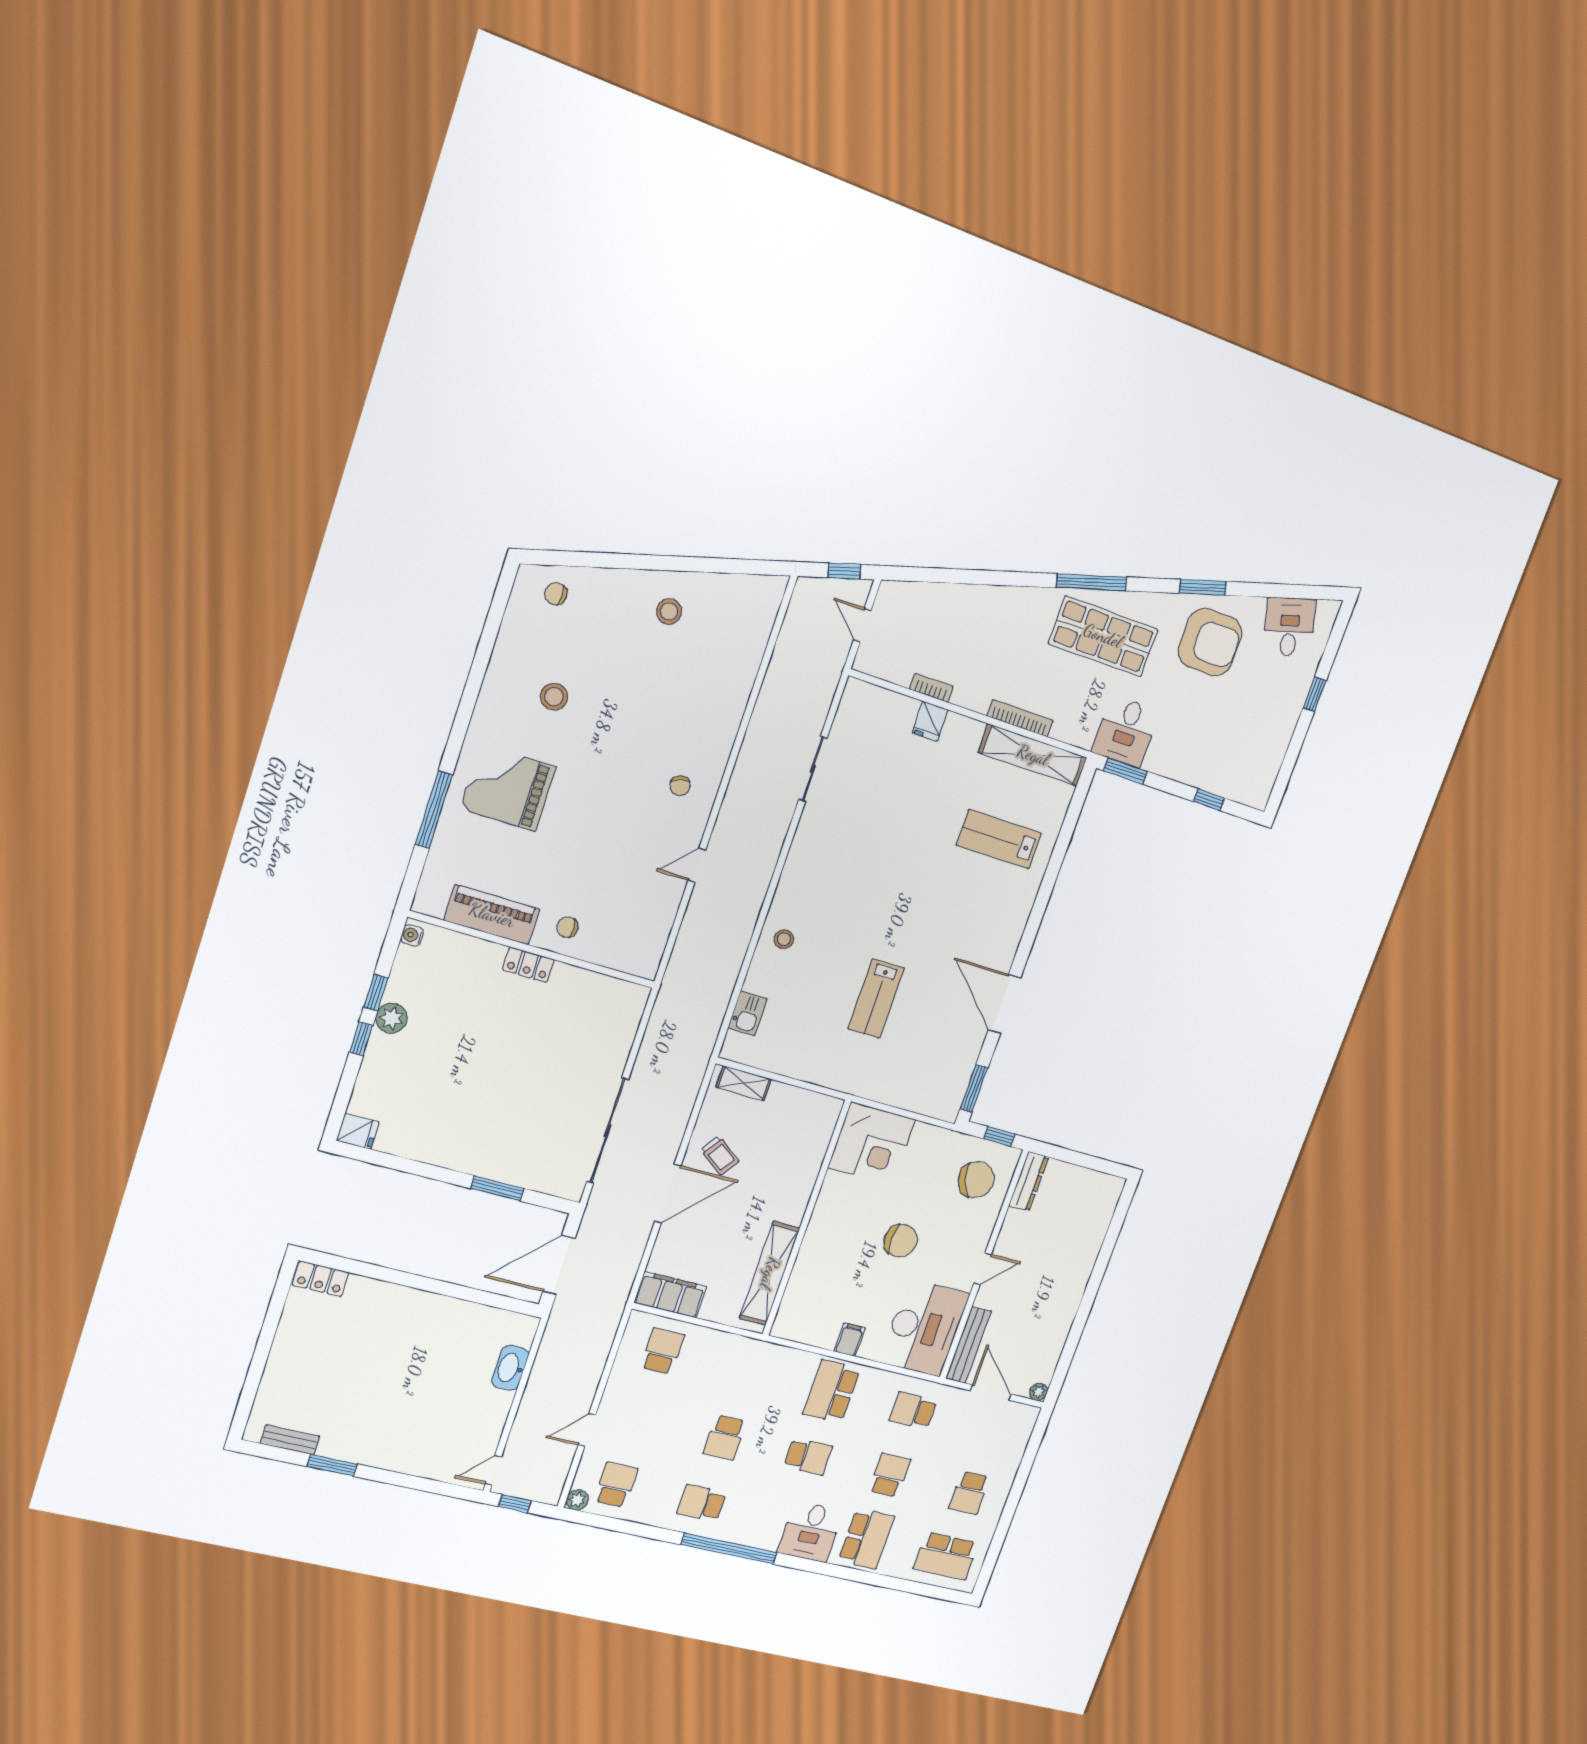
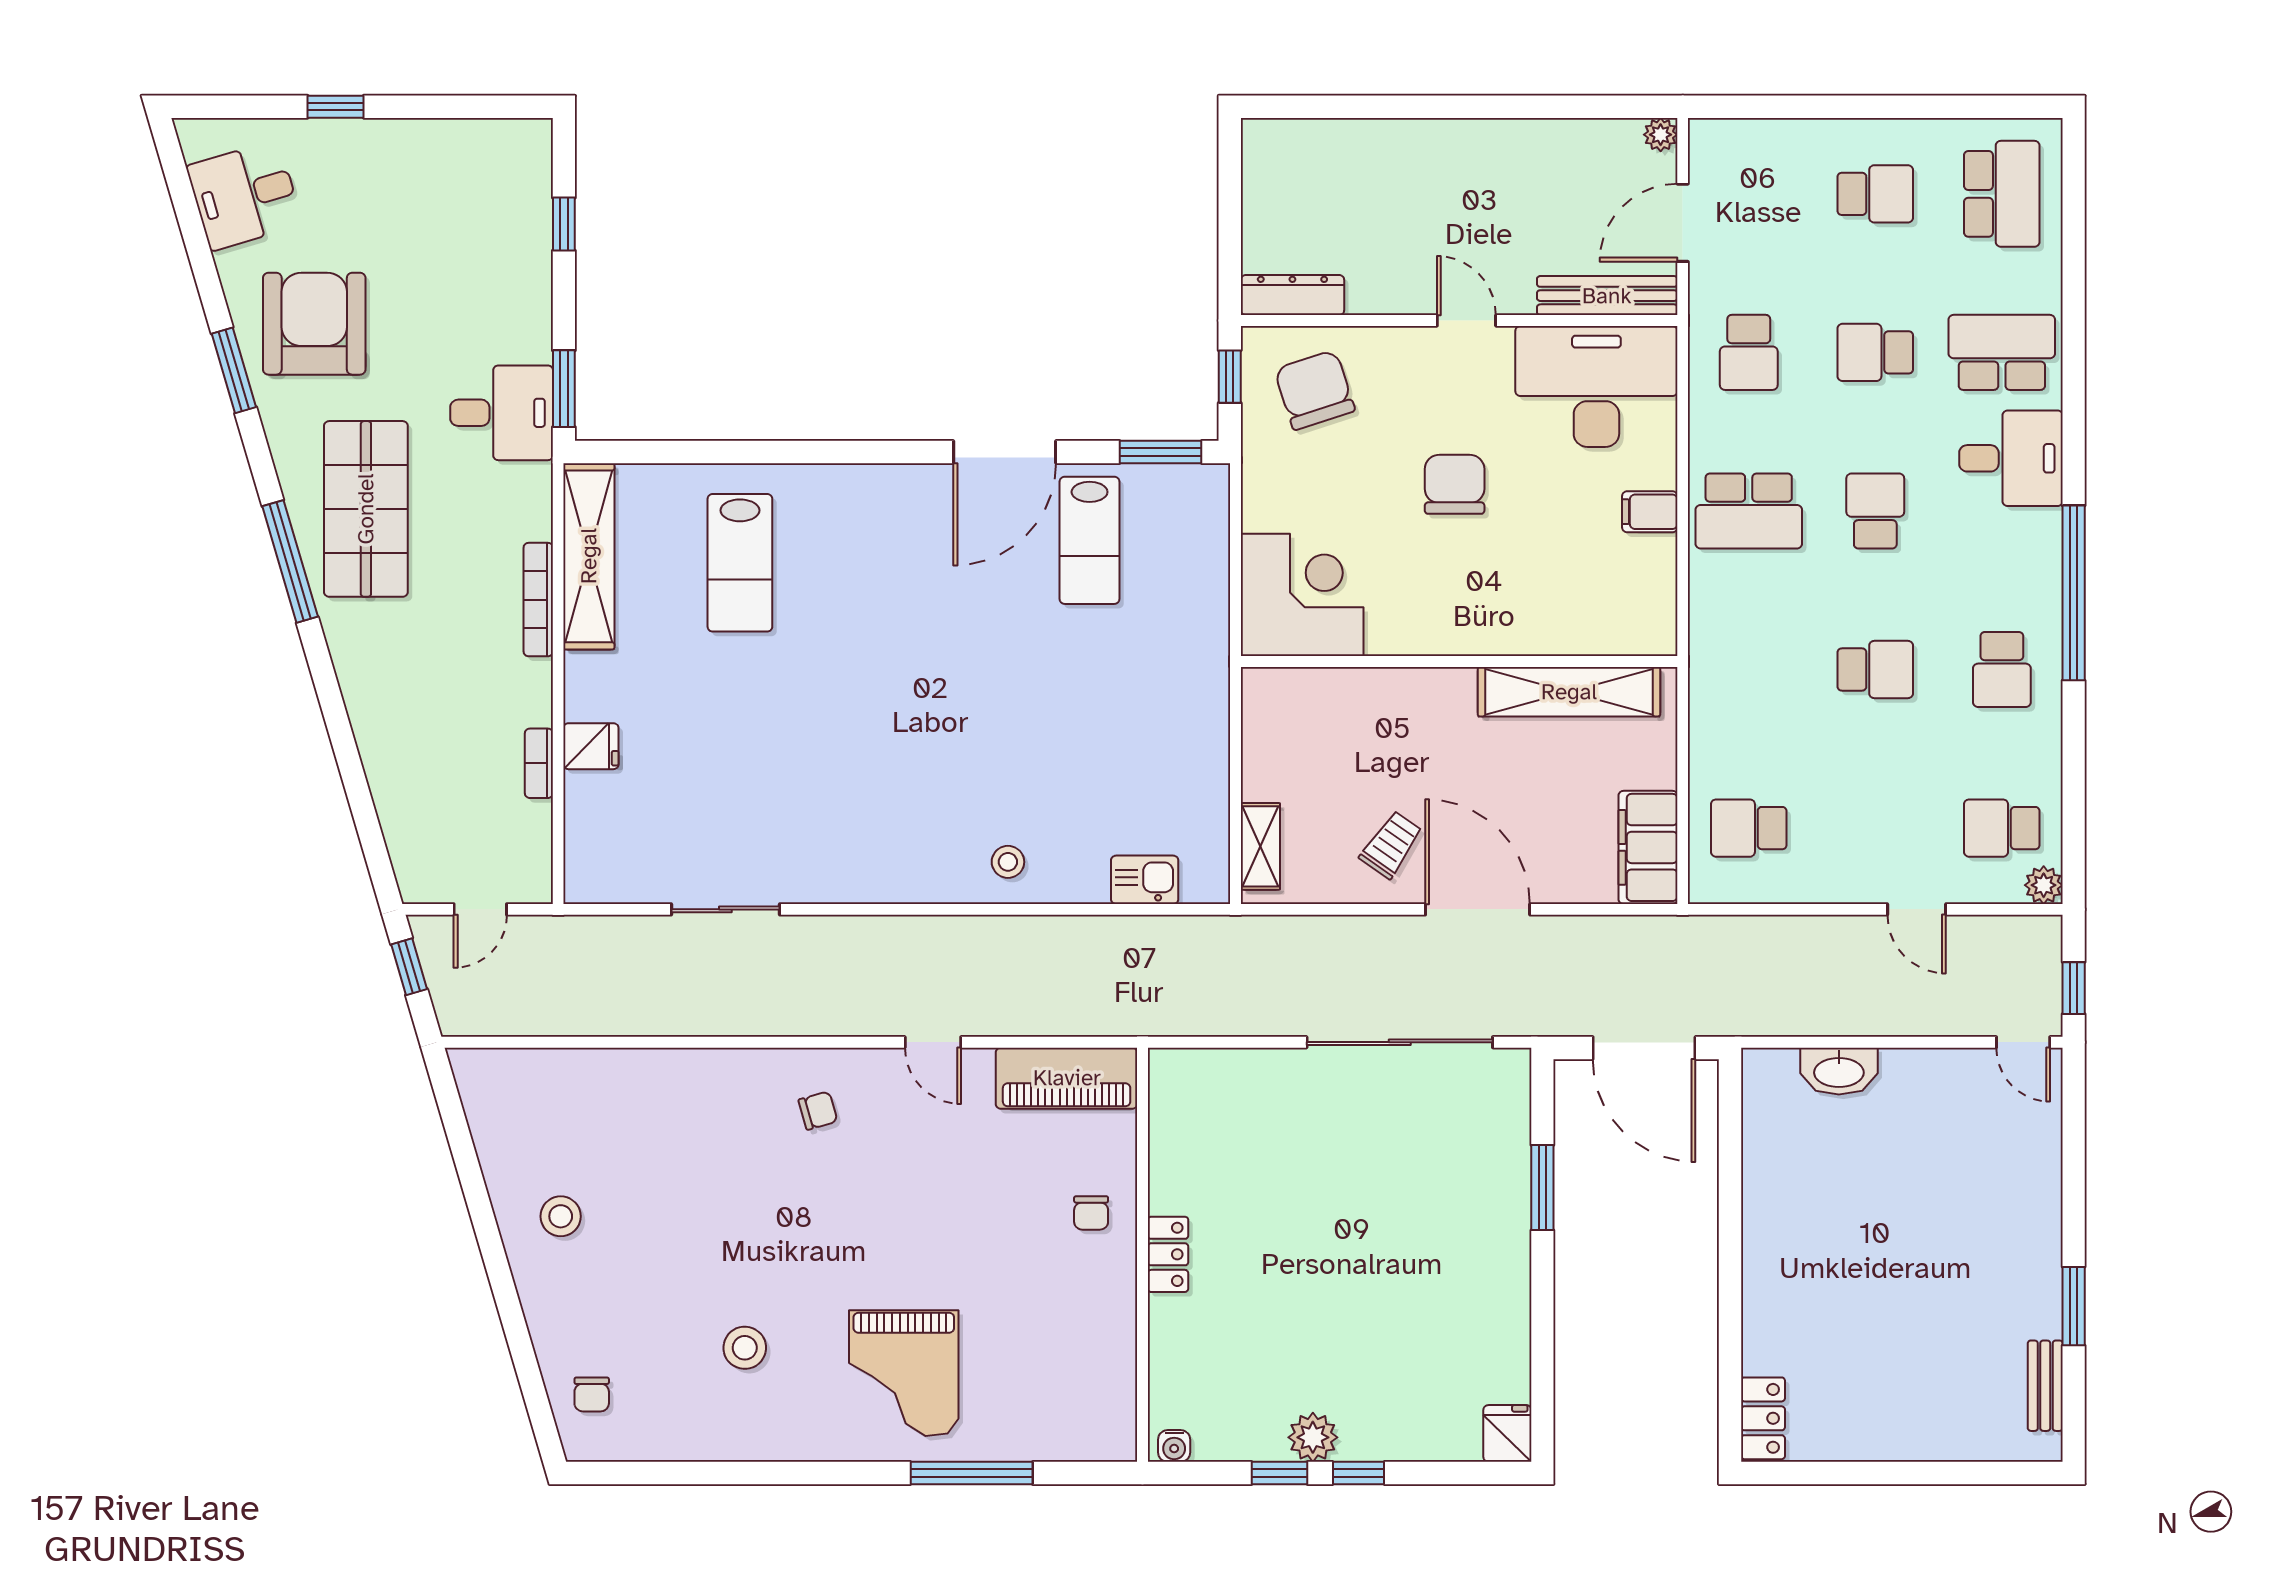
piano: (492, 915) -> (1067, 1078), moved, turned -90
lab bench: (876, 999) -> (1090, 540), moved, turned 90

